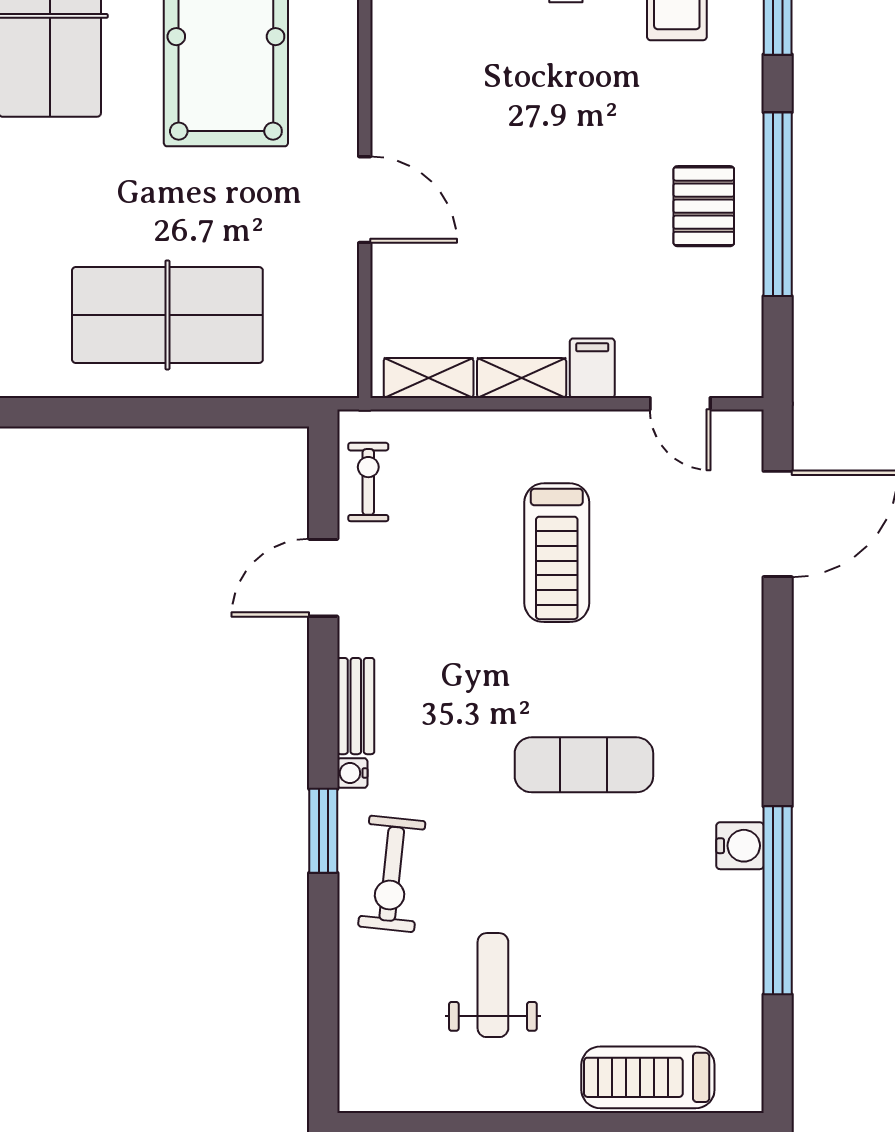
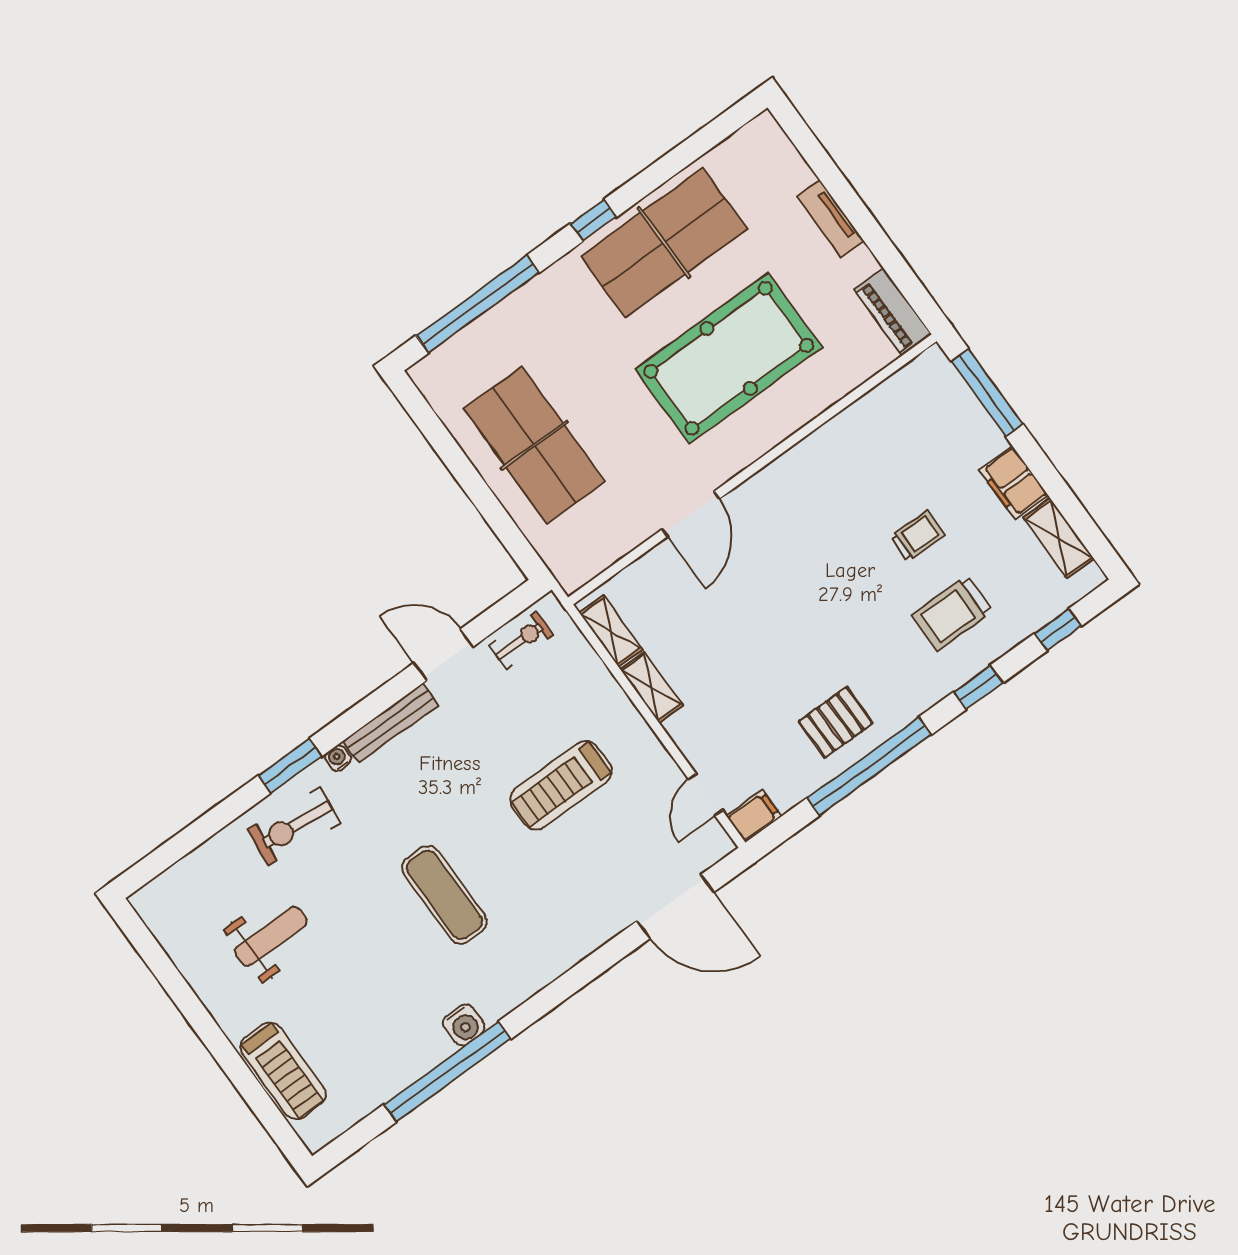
filing cabinet: (592, 368) -> (754, 816), moved
bench: (356, 706) -> (391, 723), width x1.36
treadmill: (648, 1077) -> (283, 1071), turned 180

